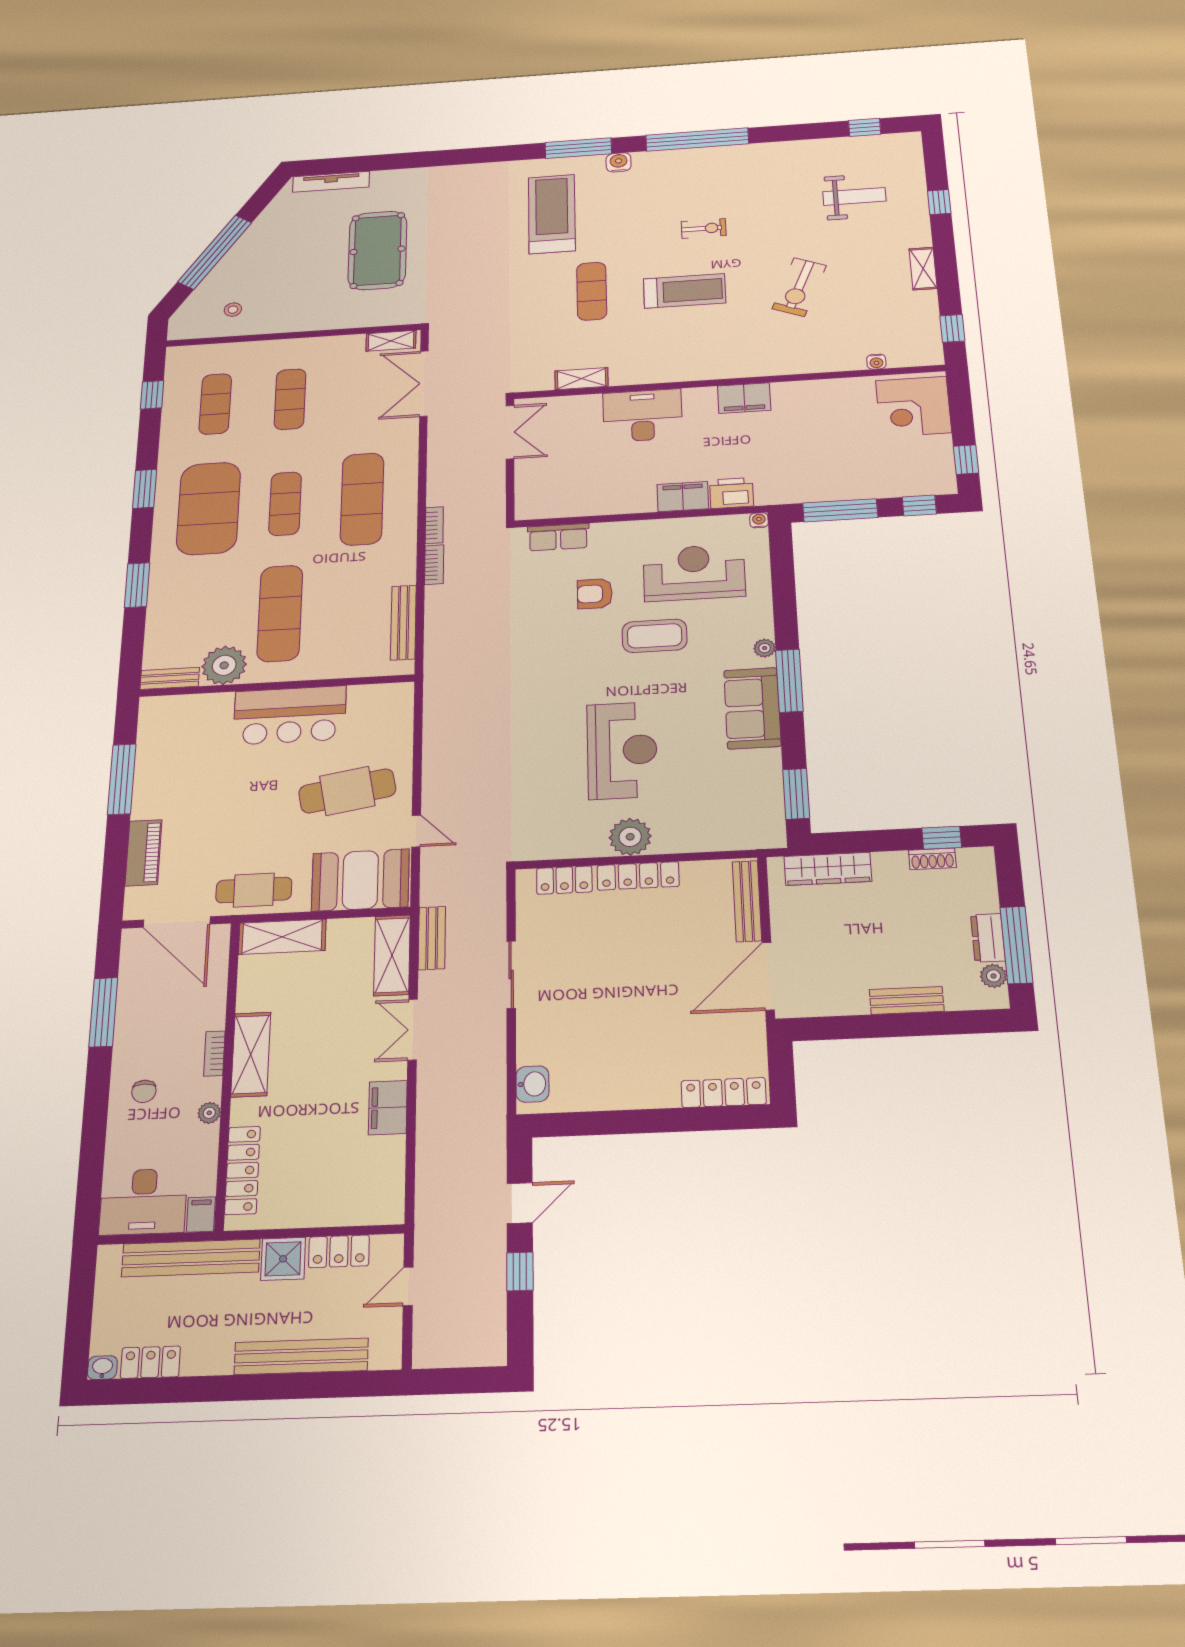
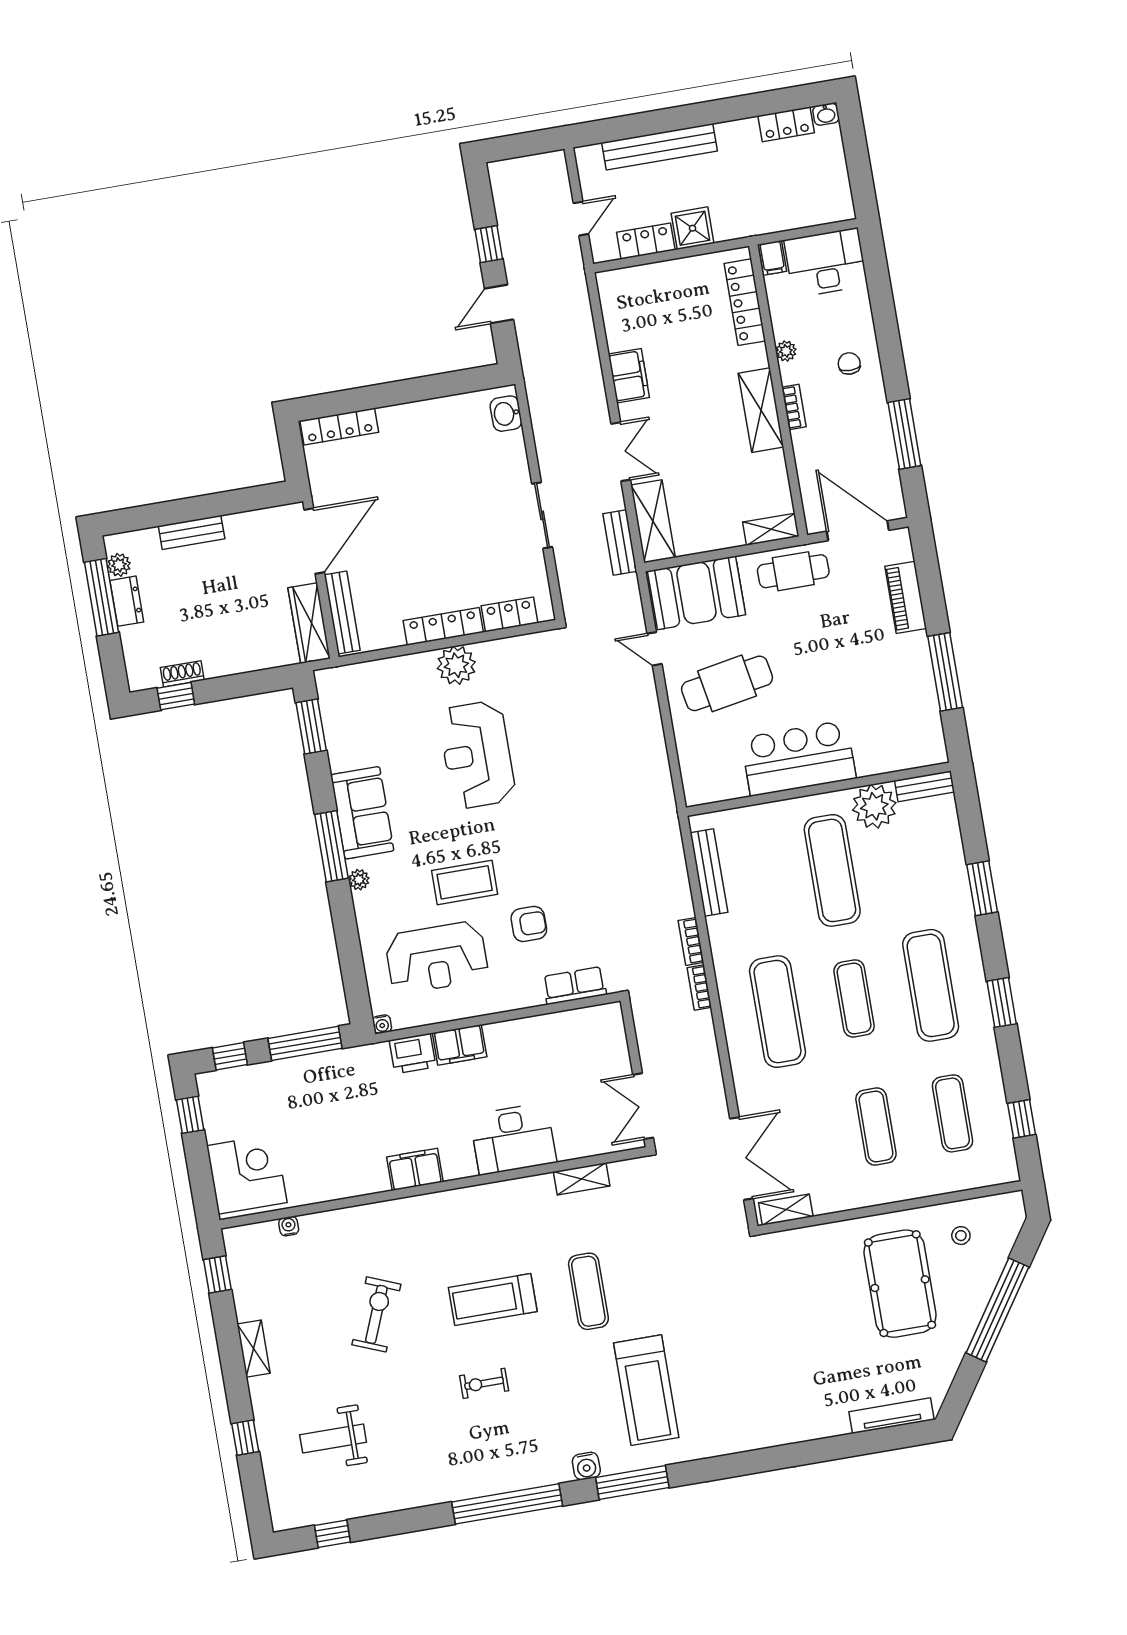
pool table: (377, 250) -> (900, 1284), moved
exercise mat: (209, 508) -> (931, 985), width x0.68
wardrobe: (828, 869) -> (309, 623), moved, turned -90
shelving: (282, 937) -> (771, 529), width x0.67, depth x0.75
bench: (191, 1258) -> (772, 218), removed

